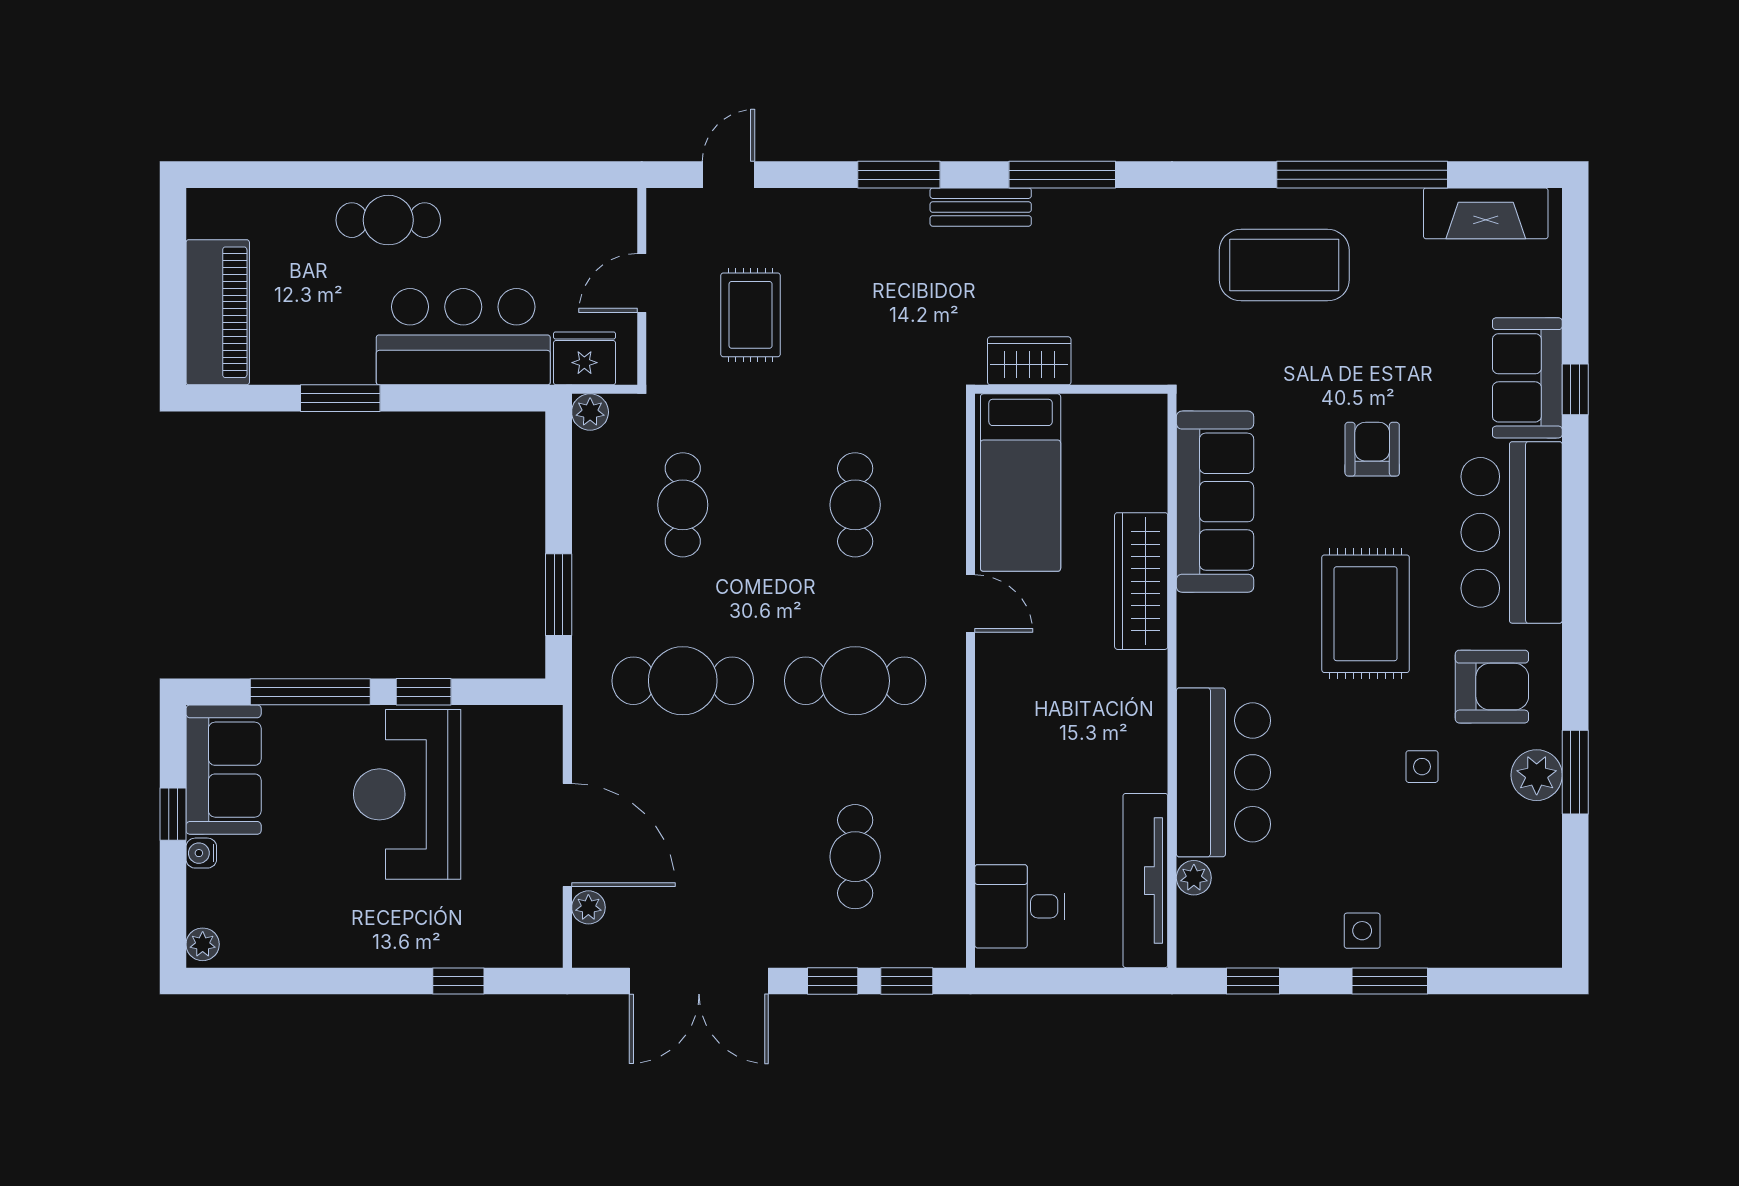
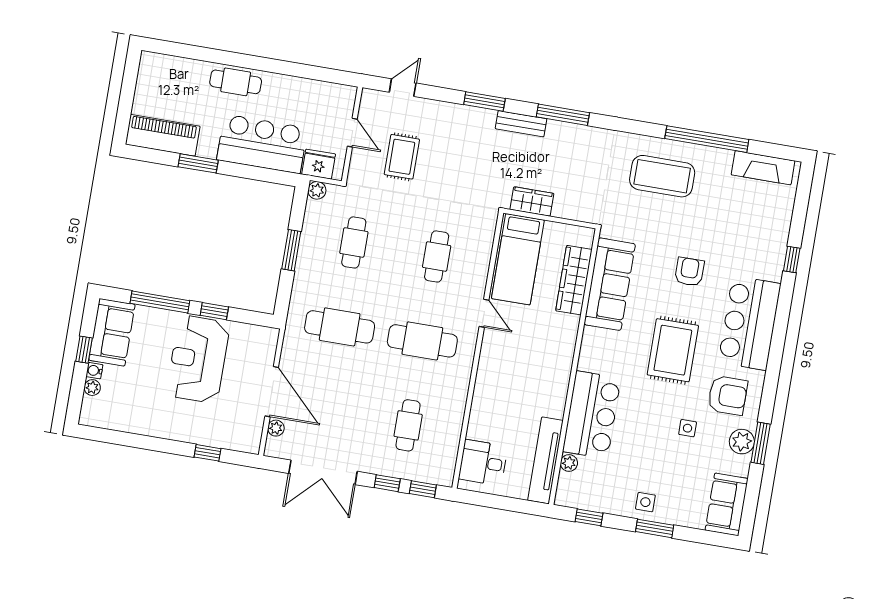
door: (642, 283) -> (352, 133), swing flipped
piano: (218, 312) -> (163, 135), moved, turned -90
sofa: (1527, 378) -> (727, 504), moved
wardrobe: (1141, 581) -> (574, 280), moved
window: (559, 595) -> (291, 250), moved
plant: (203, 944) -> (92, 388), moved

